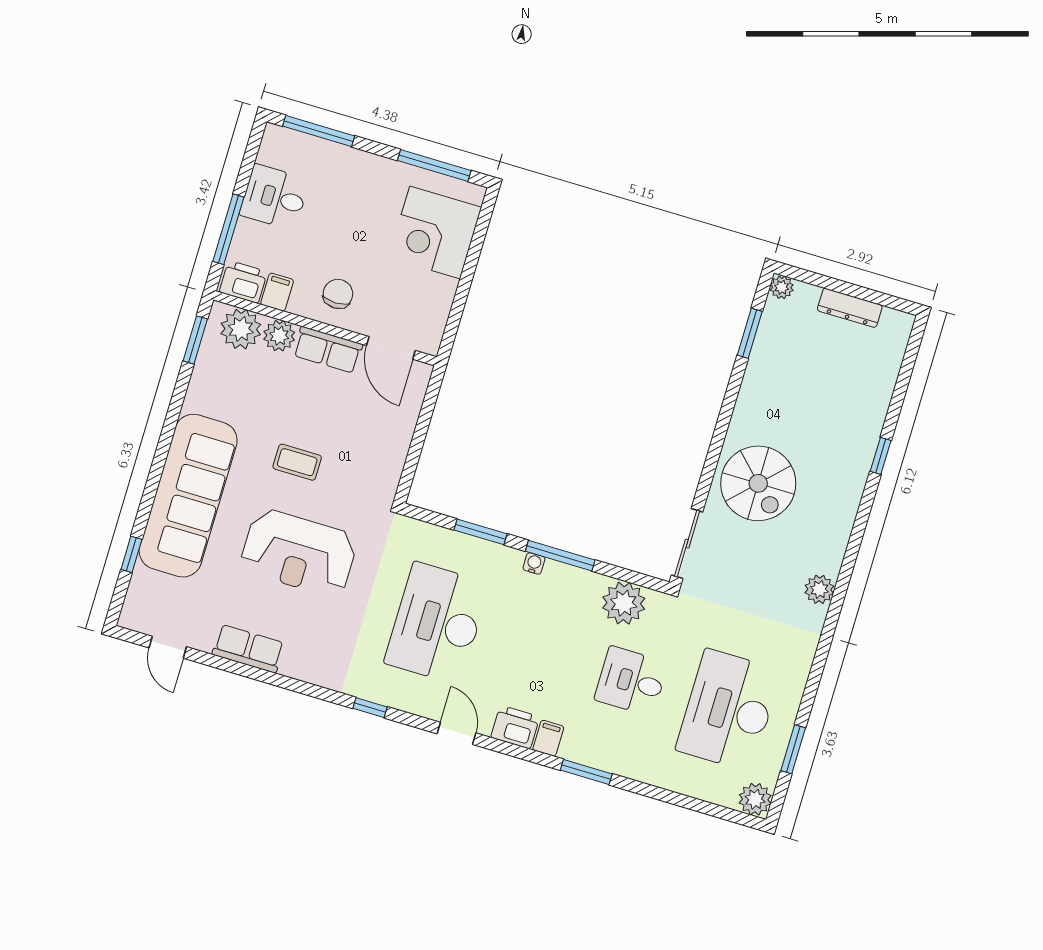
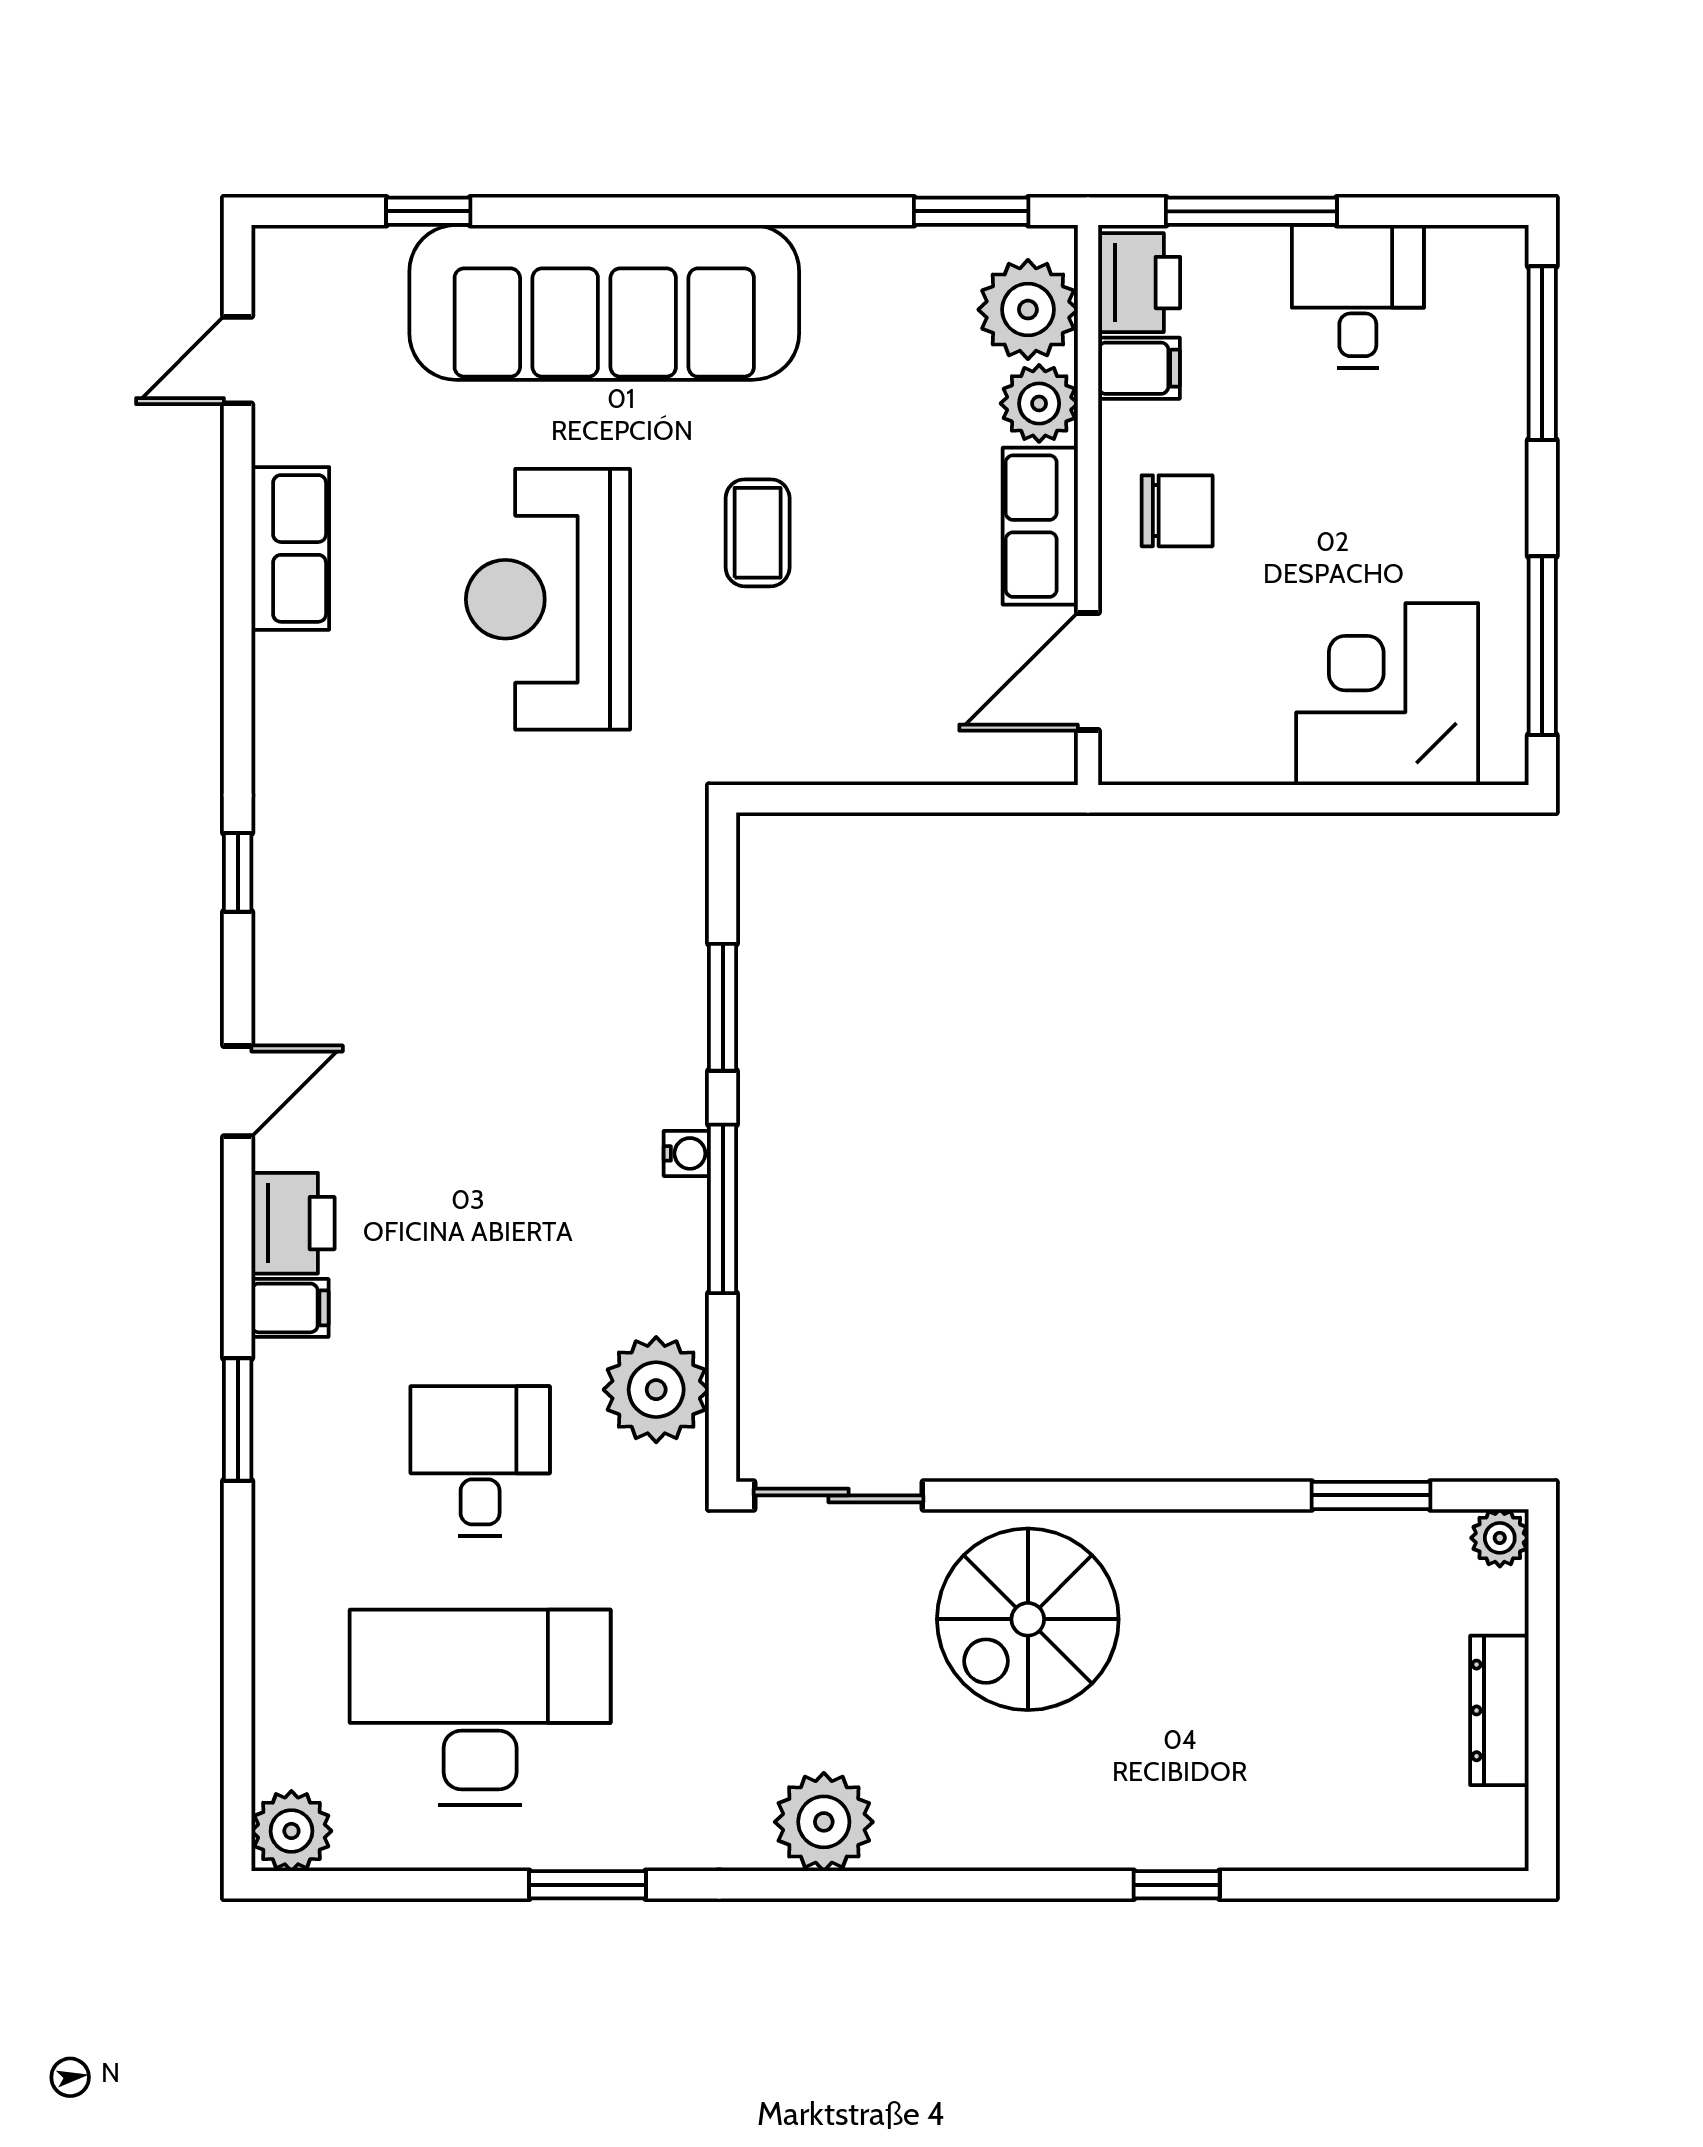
plant: (819, 589) -> (824, 1822), width x1.36, depth x1.36
desk: (437, 623) -> (480, 969), removed
window: (793, 749) -> (588, 1885), moved

